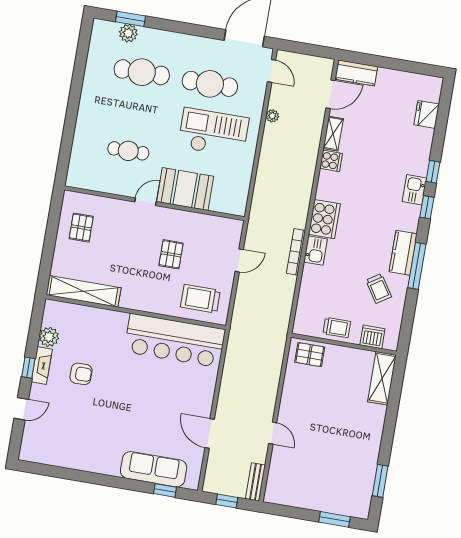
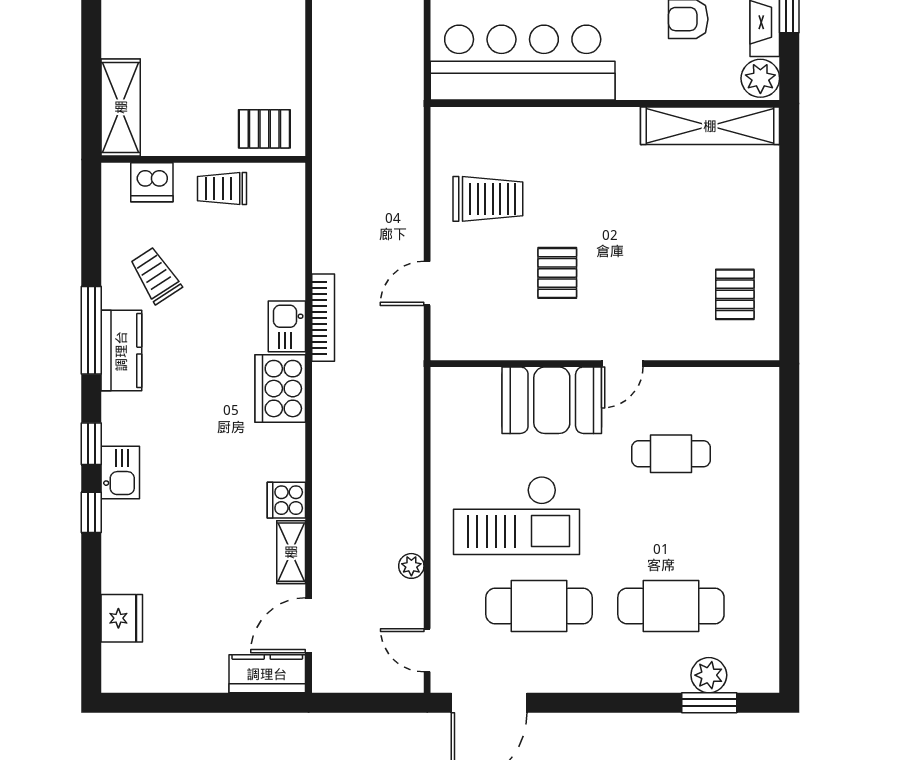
shelving: (83, 291) -> (710, 126), moved
wall: (136, 312) -> (605, 103), moved
bar counter: (175, 340) -> (523, 63), moved

